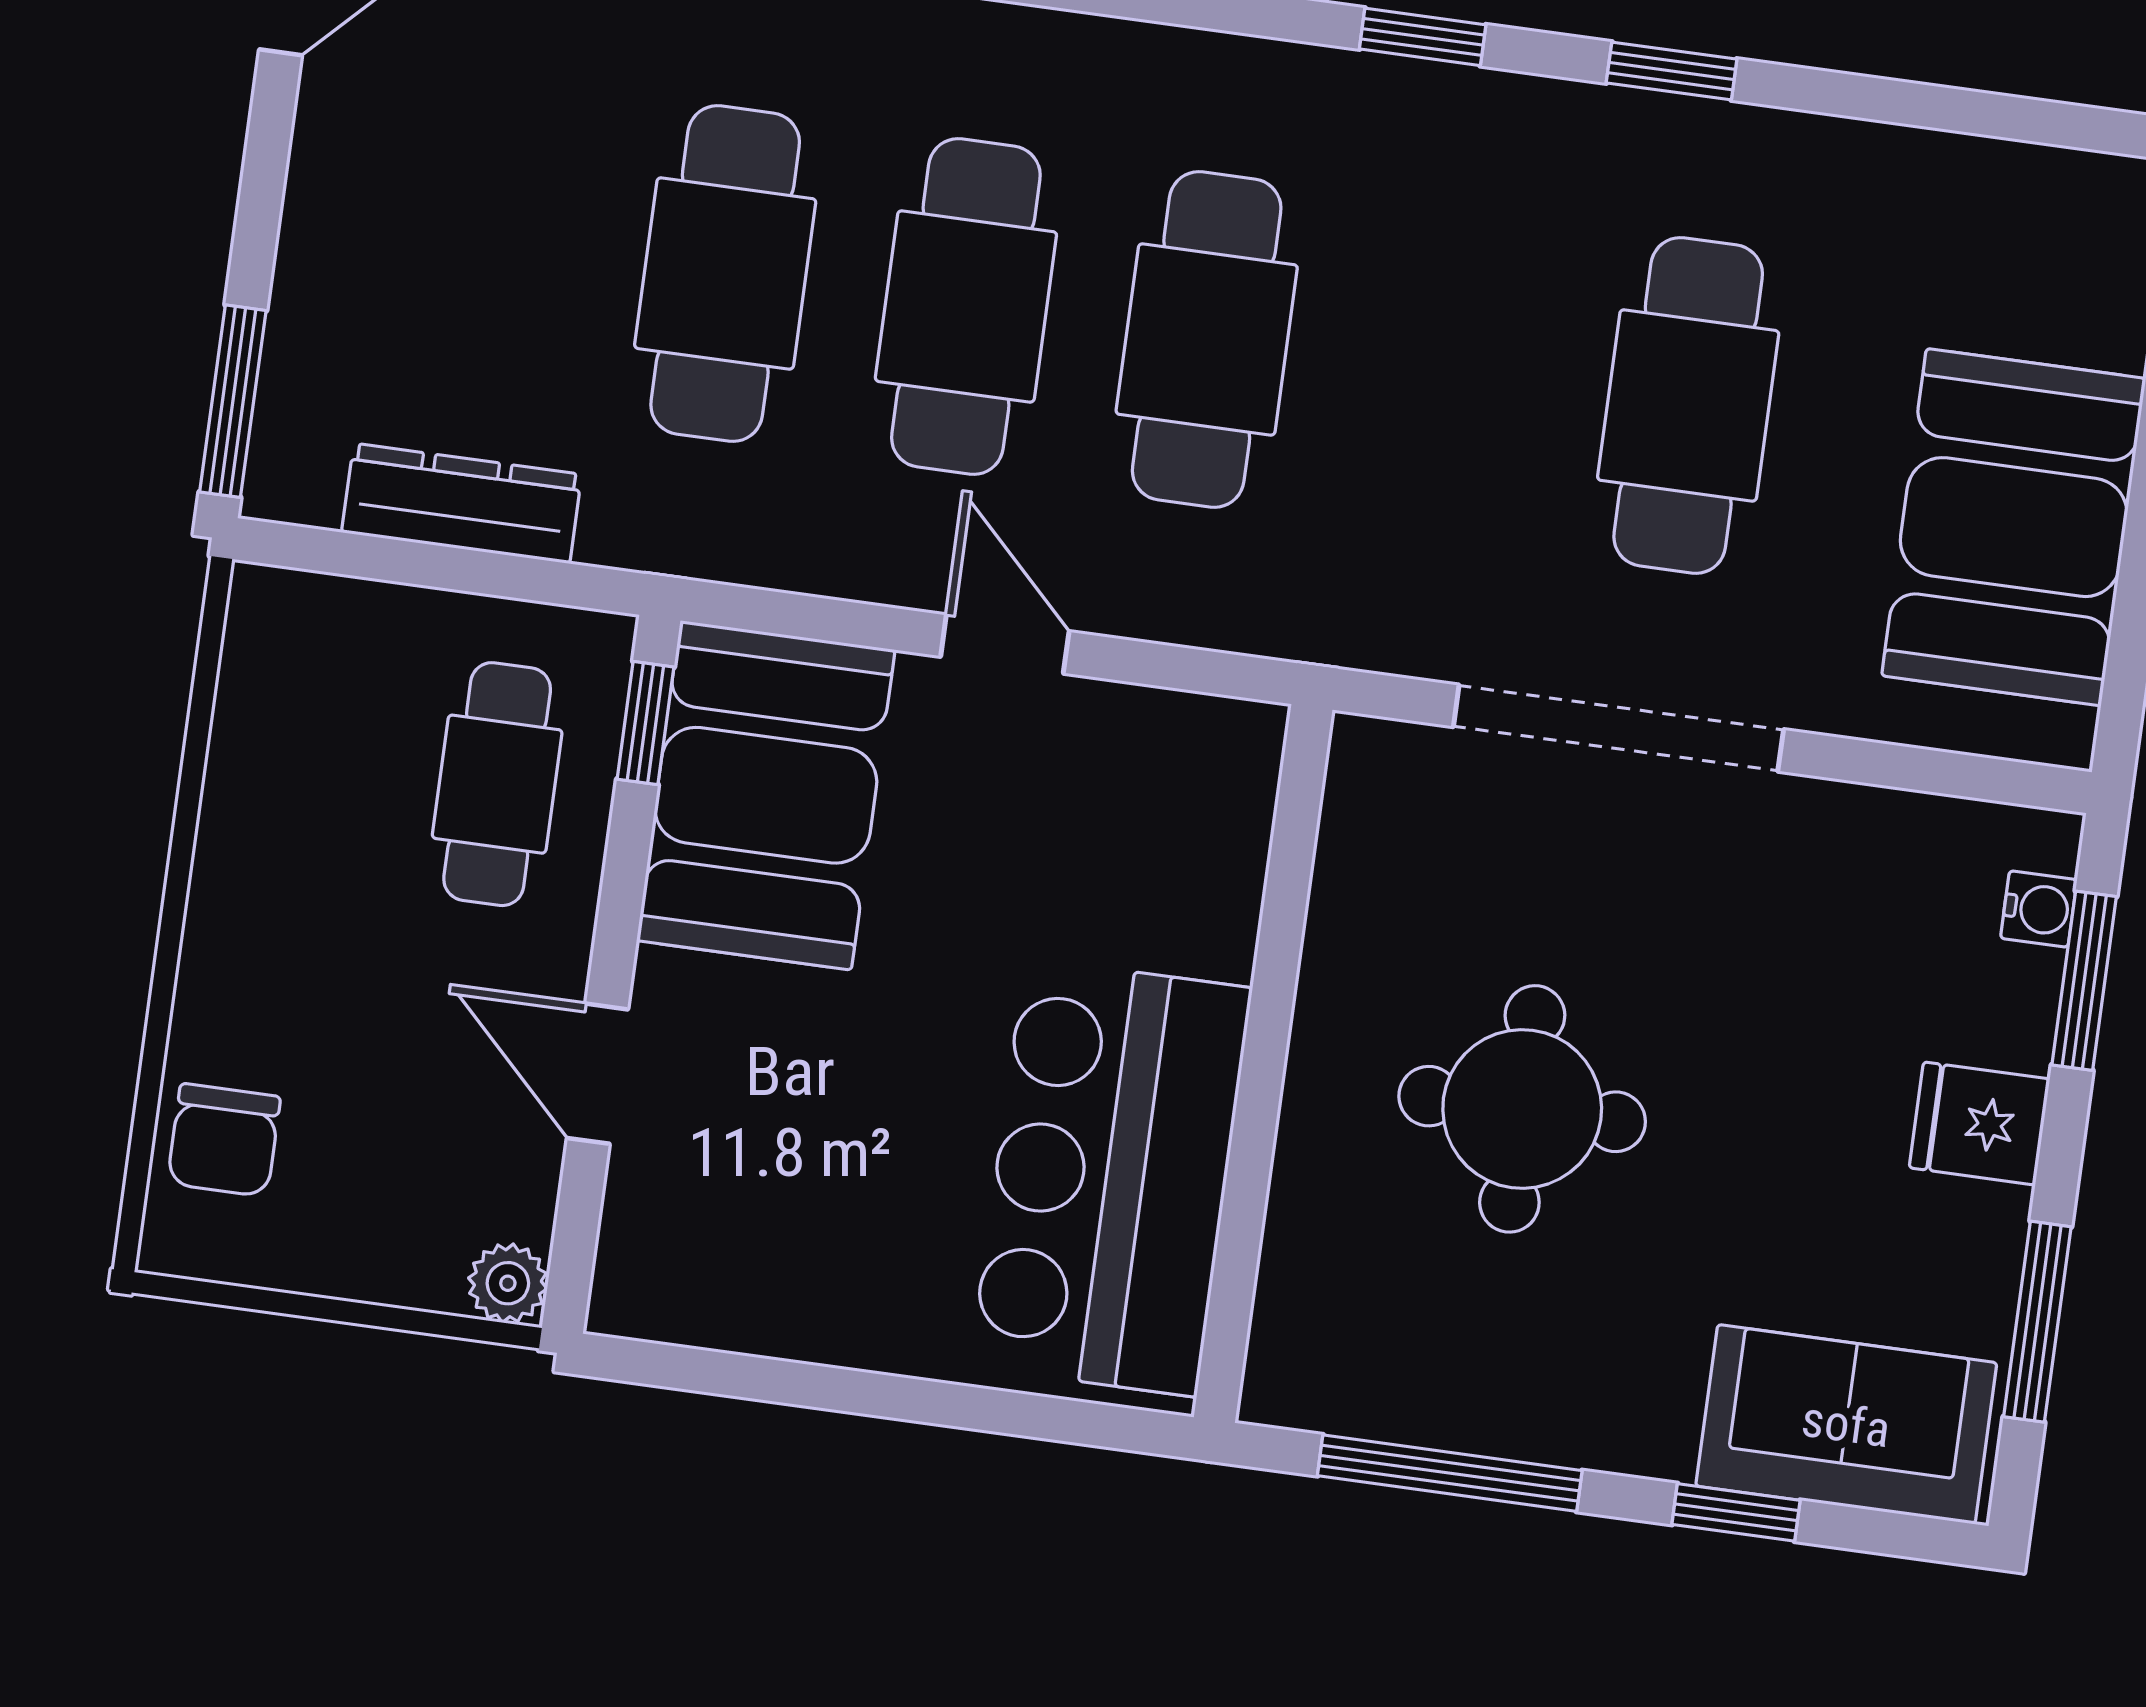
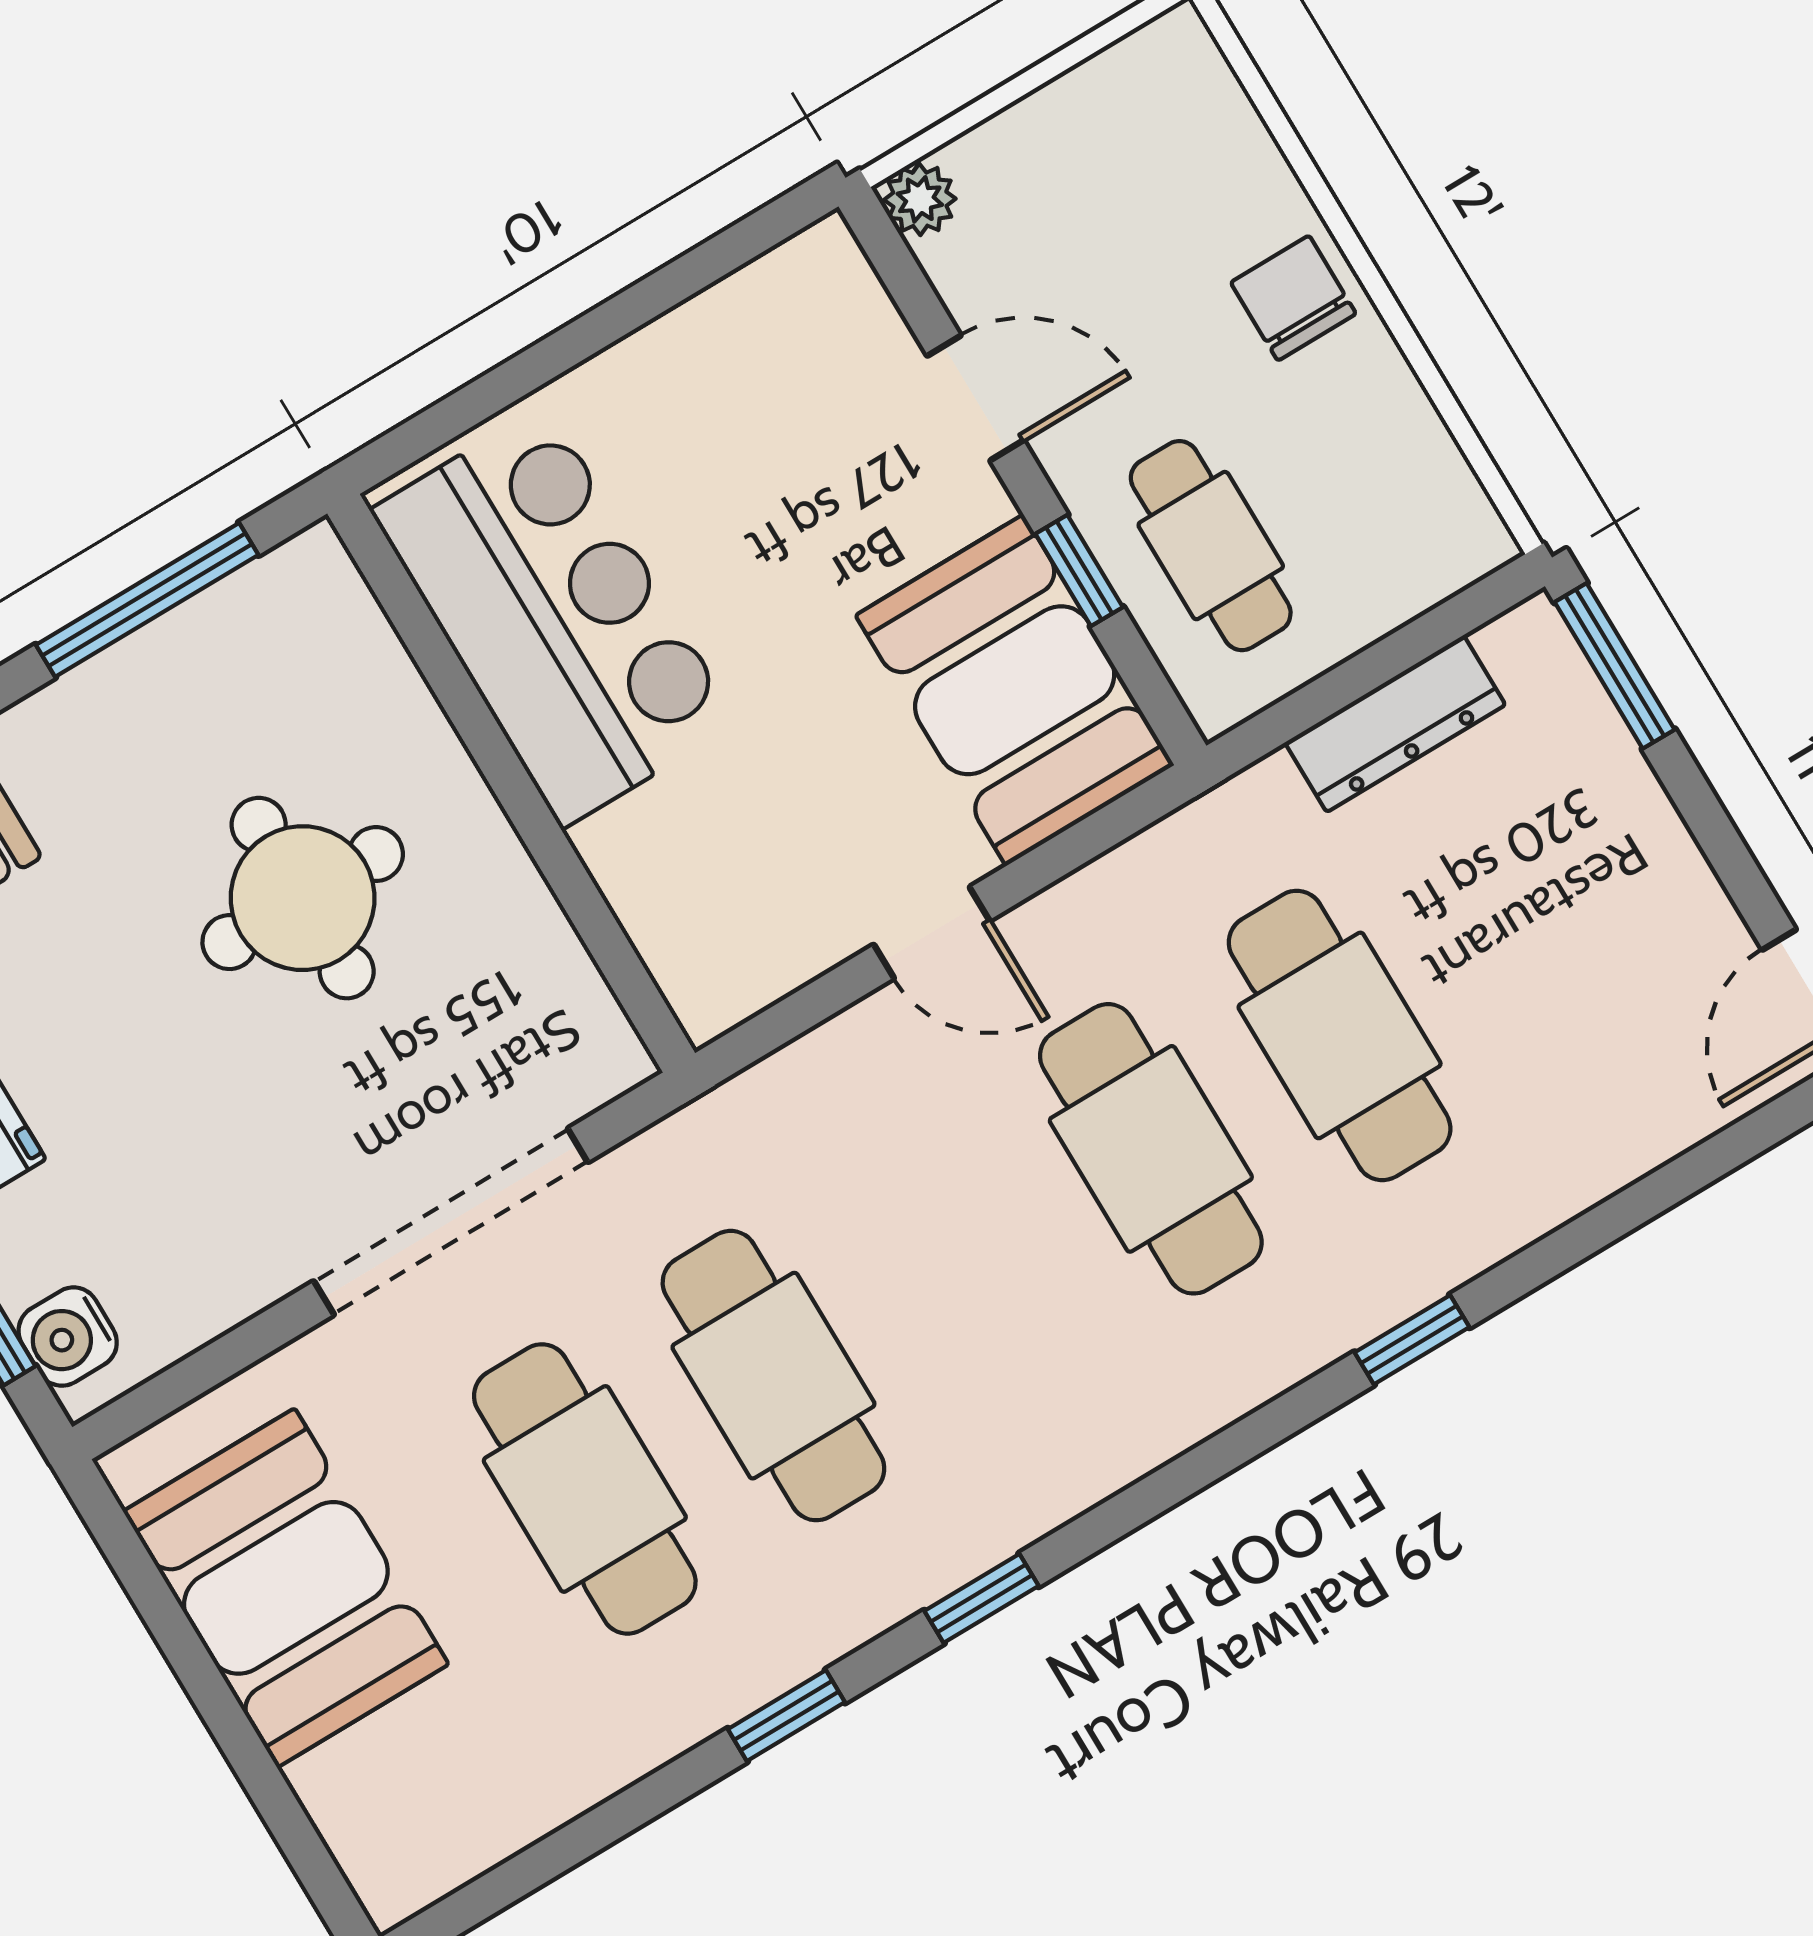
cafe table: (1207, 340) -> (773, 1376), moved
window: (645, 723) -> (1079, 570), moved
water cooler: (2039, 909) -> (68, 1337), width x1.38, depth x1.38
chair: (224, 1140) -> (1293, 298), moved

